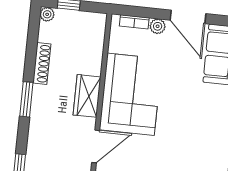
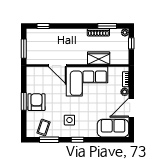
wardrobe: (87, 96) -> (99, 58), moved
window: (26, 99) -> (107, 26), moved
side table: (199, 134) -> (69, 120), added

